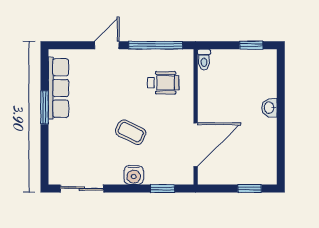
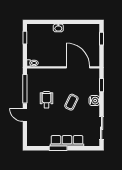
wheelchair: (163, 83) -> (47, 100), moved
row of seats: (58, 88) -> (67, 141), moved

